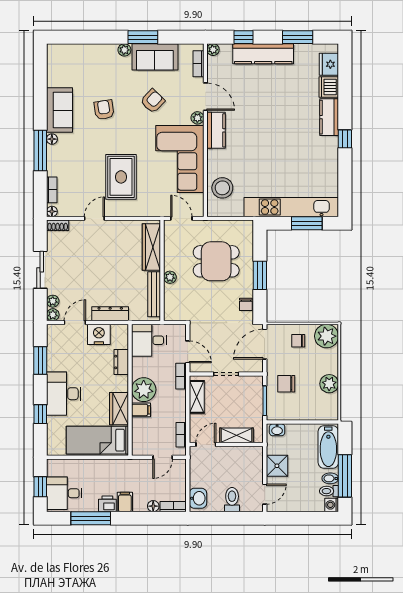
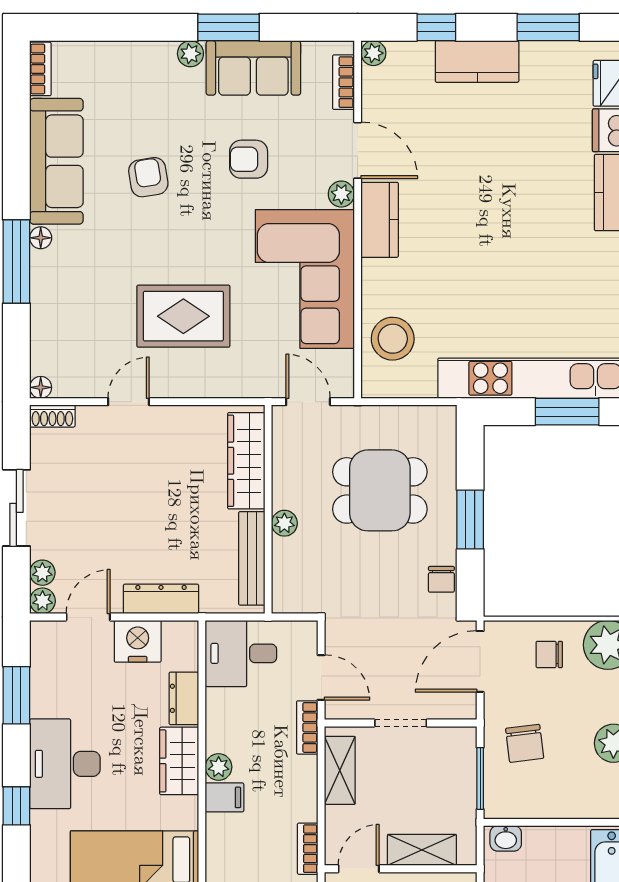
kitchen counter: (263, 54) -> (477, 61), width x0.67
armchair: (153, 101) -> (249, 159), turned -134
sofa: (60, 110) -> (56, 161), width x1.36
rug: (121, 177) -> (183, 316), turned 90
bookcase: (52, 190) -> (40, 69), moved
chair: (286, 384) -> (525, 743), turned -97
plant: (144, 390) -> (219, 767), width x0.53, depth x0.53
wardrobe: (119, 409) -> (179, 761), moved

